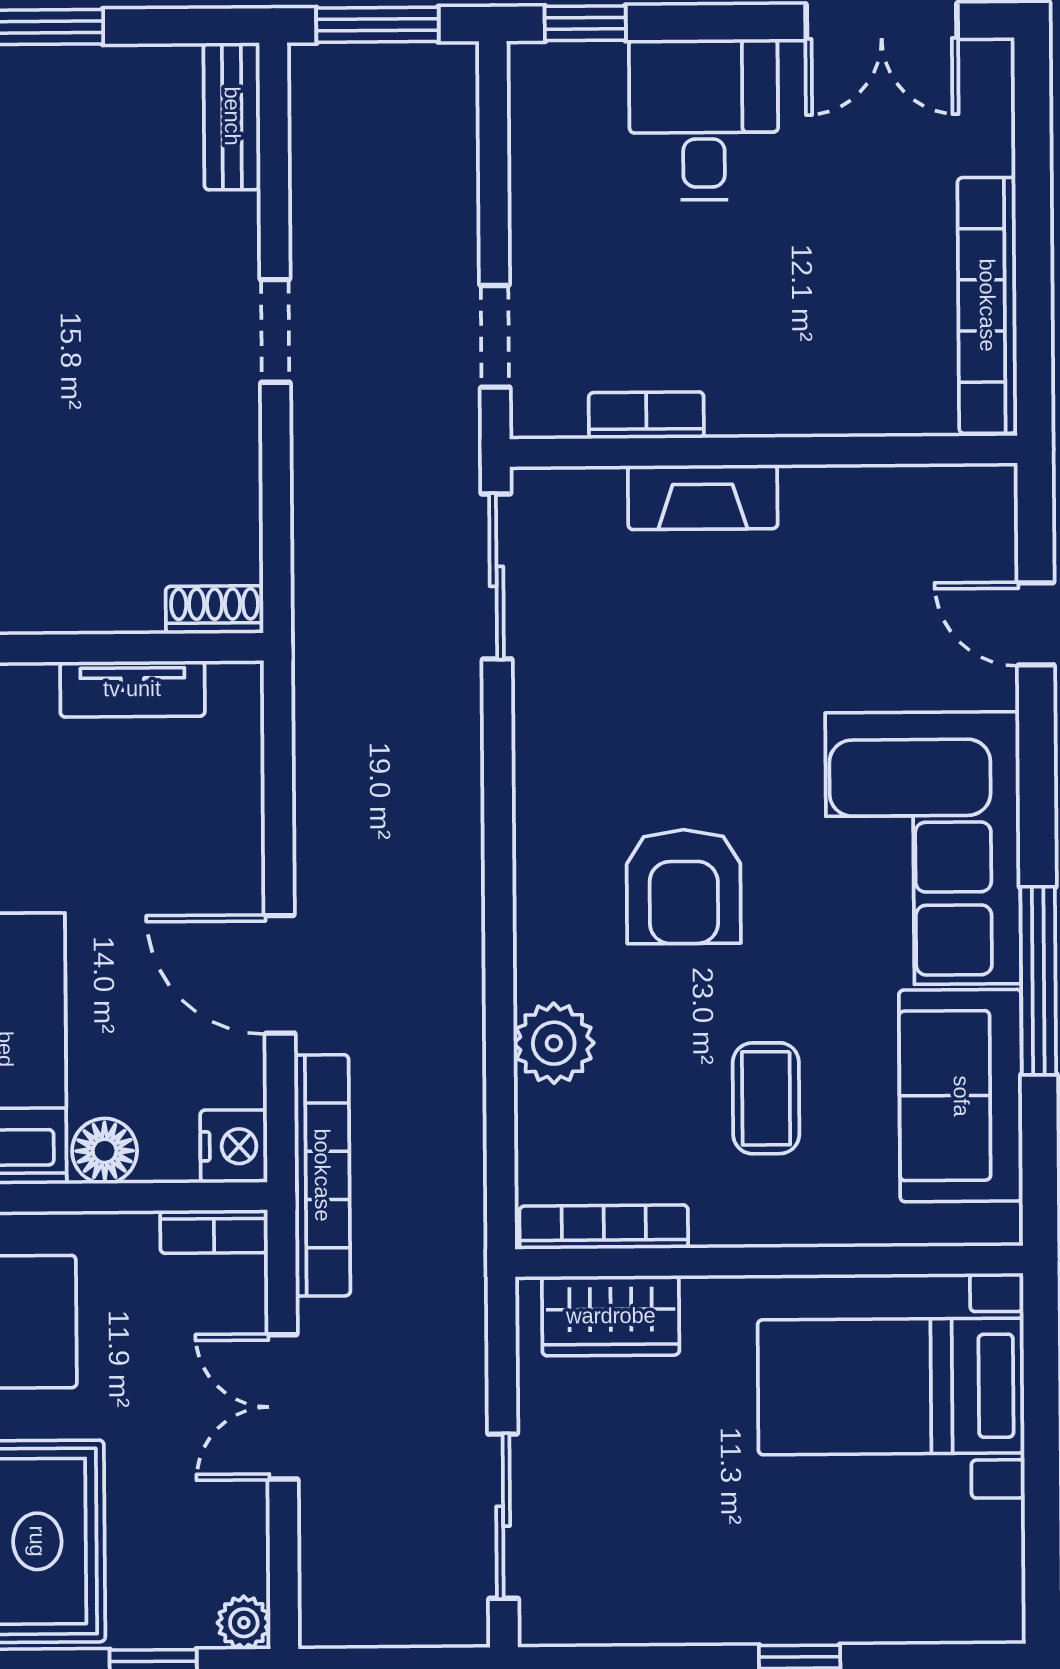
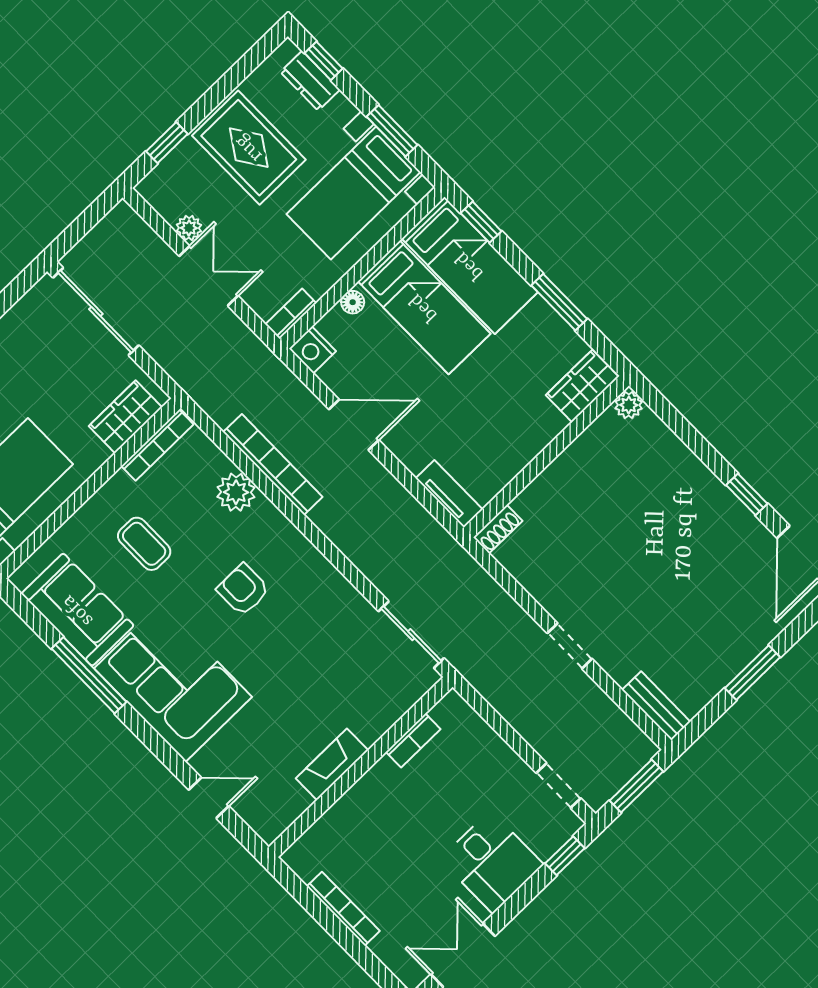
bookcase: (987, 305) -> (343, 909), width x0.68, depth x0.76
doorway: (495, 336) -> (559, 786), moved
fireplace: (703, 497) -> (332, 764), moved
tv unit: (132, 689) -> (449, 494), moved, turned 90
armchair: (684, 887) -> (243, 590), width x0.72, depth x0.72
floor lamp: (105, 1151) -> (353, 302), width x0.73, depth x0.73
bookcase: (322, 1175) -> (273, 465), moved, turned 180
sliding door: (503, 1516) -> (96, 312), width x1.37
plant: (244, 1623) -> (189, 228), moved

